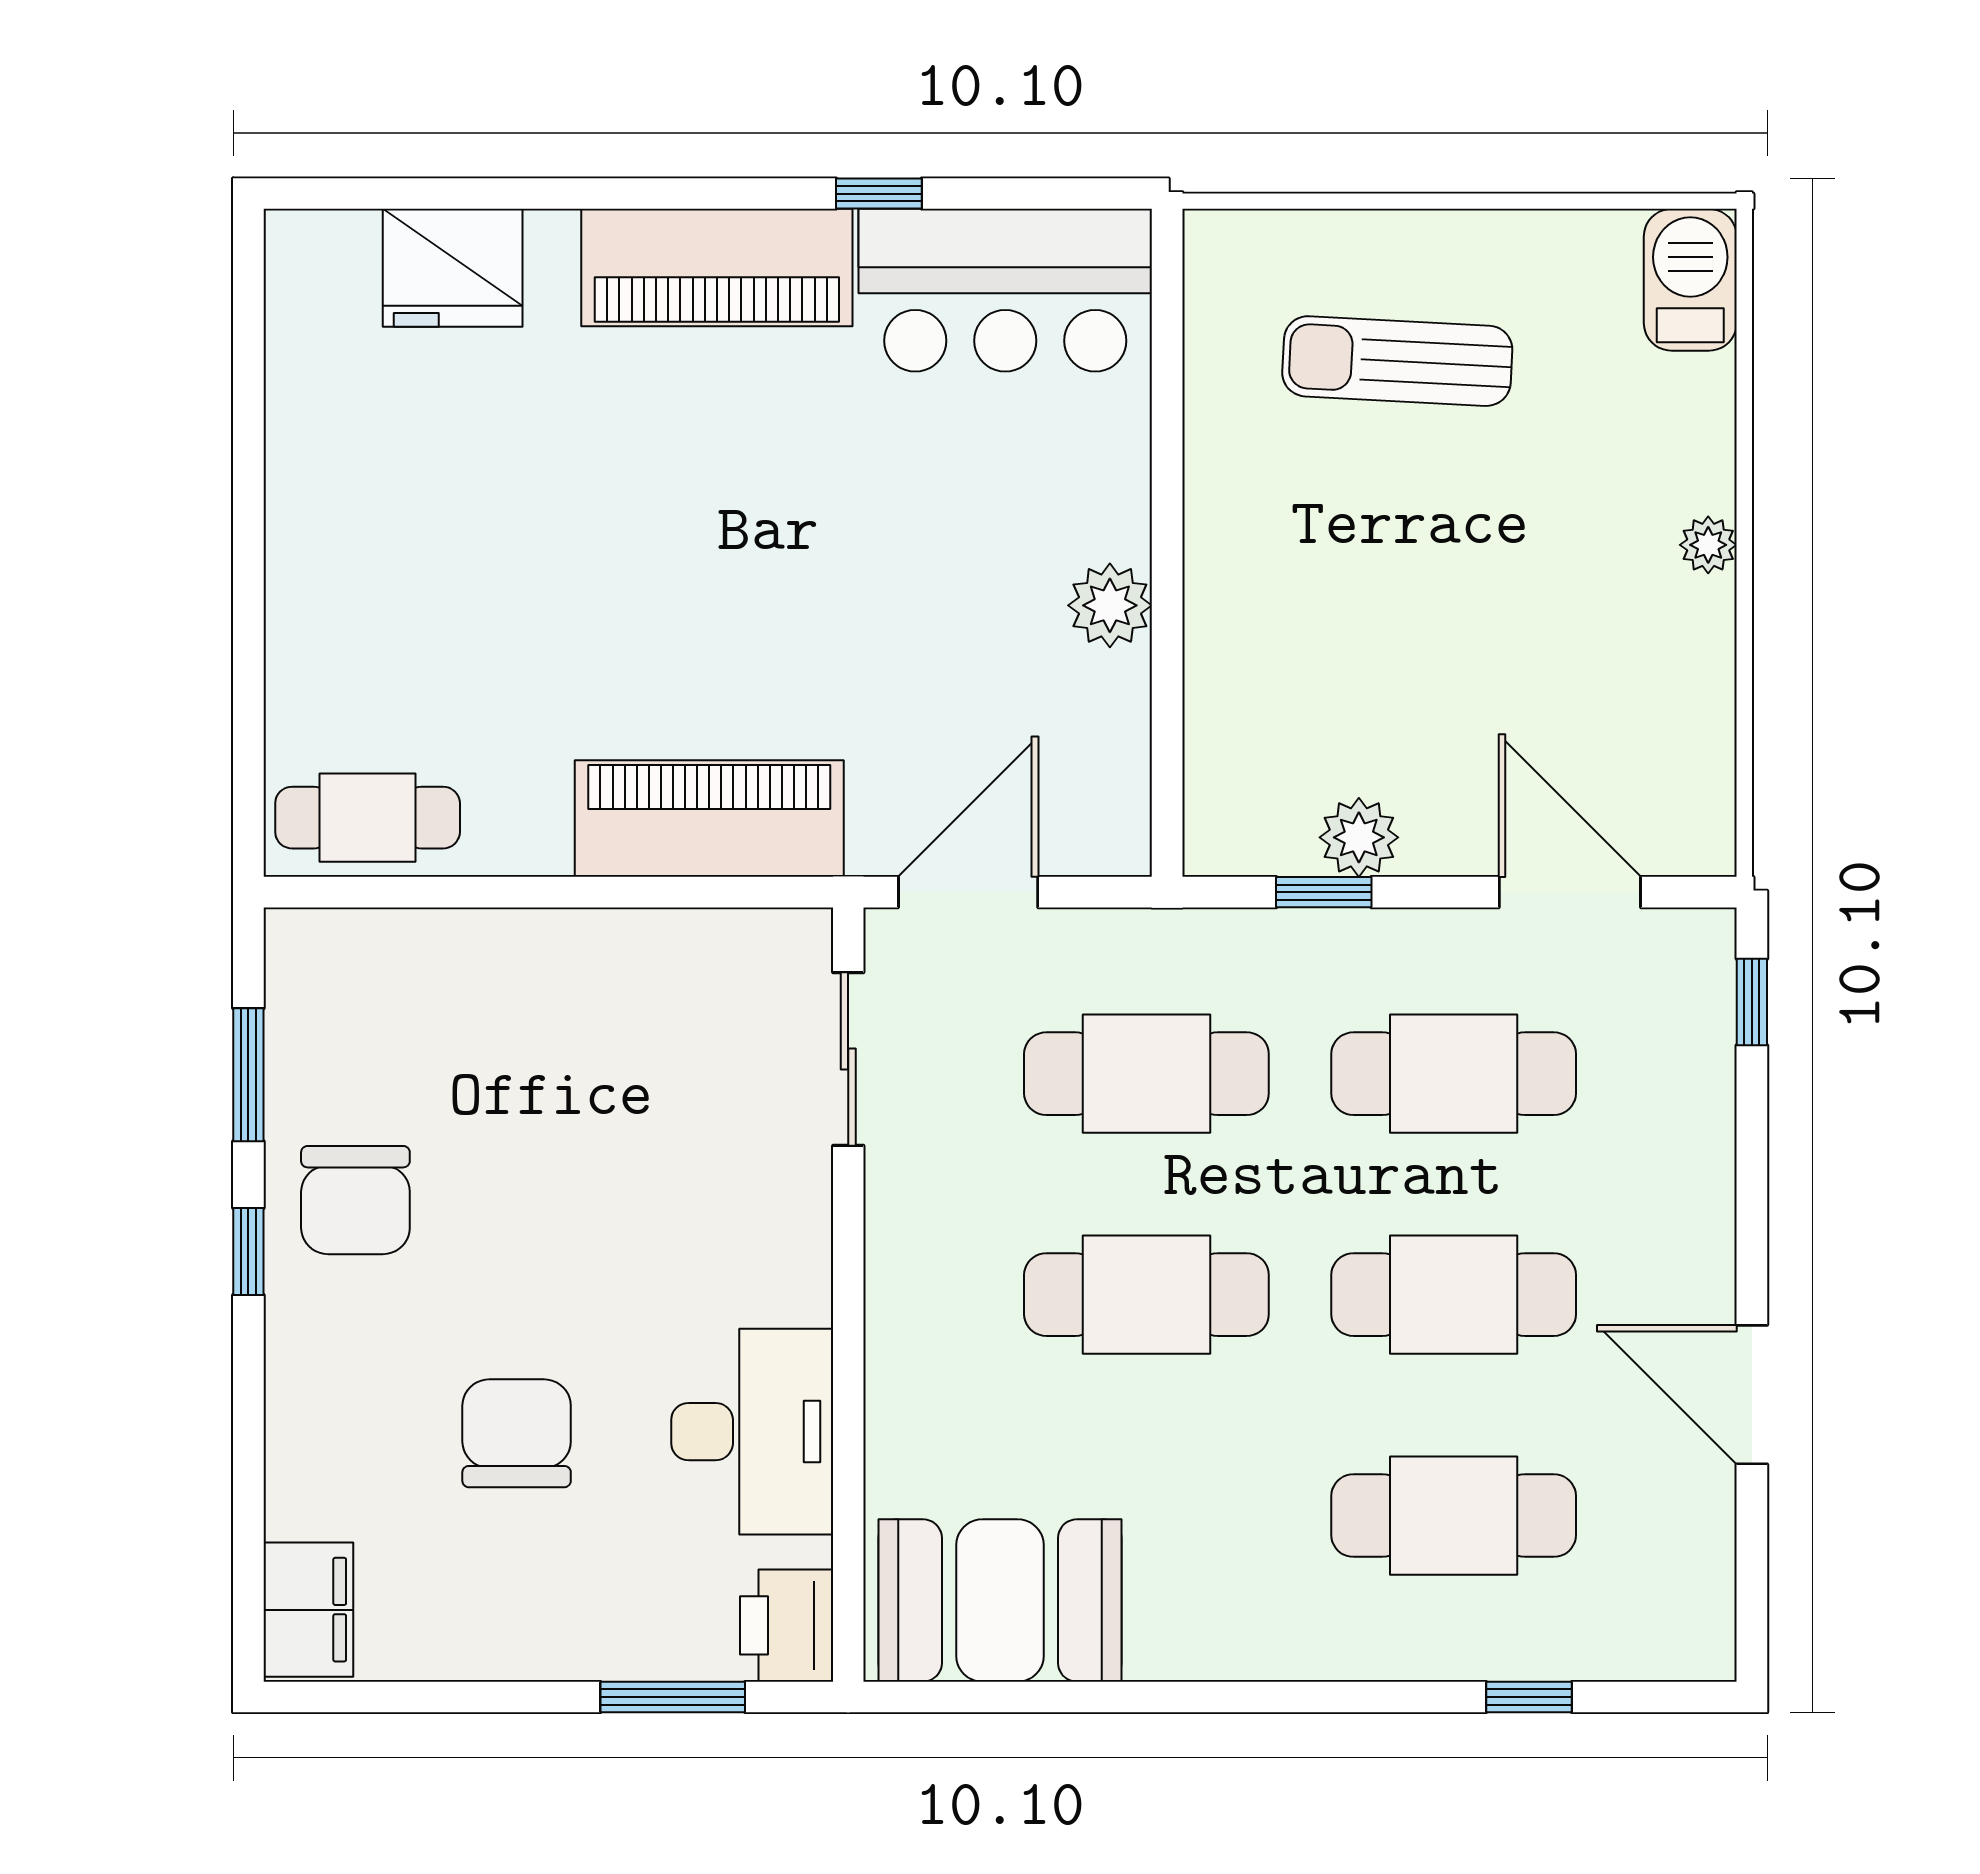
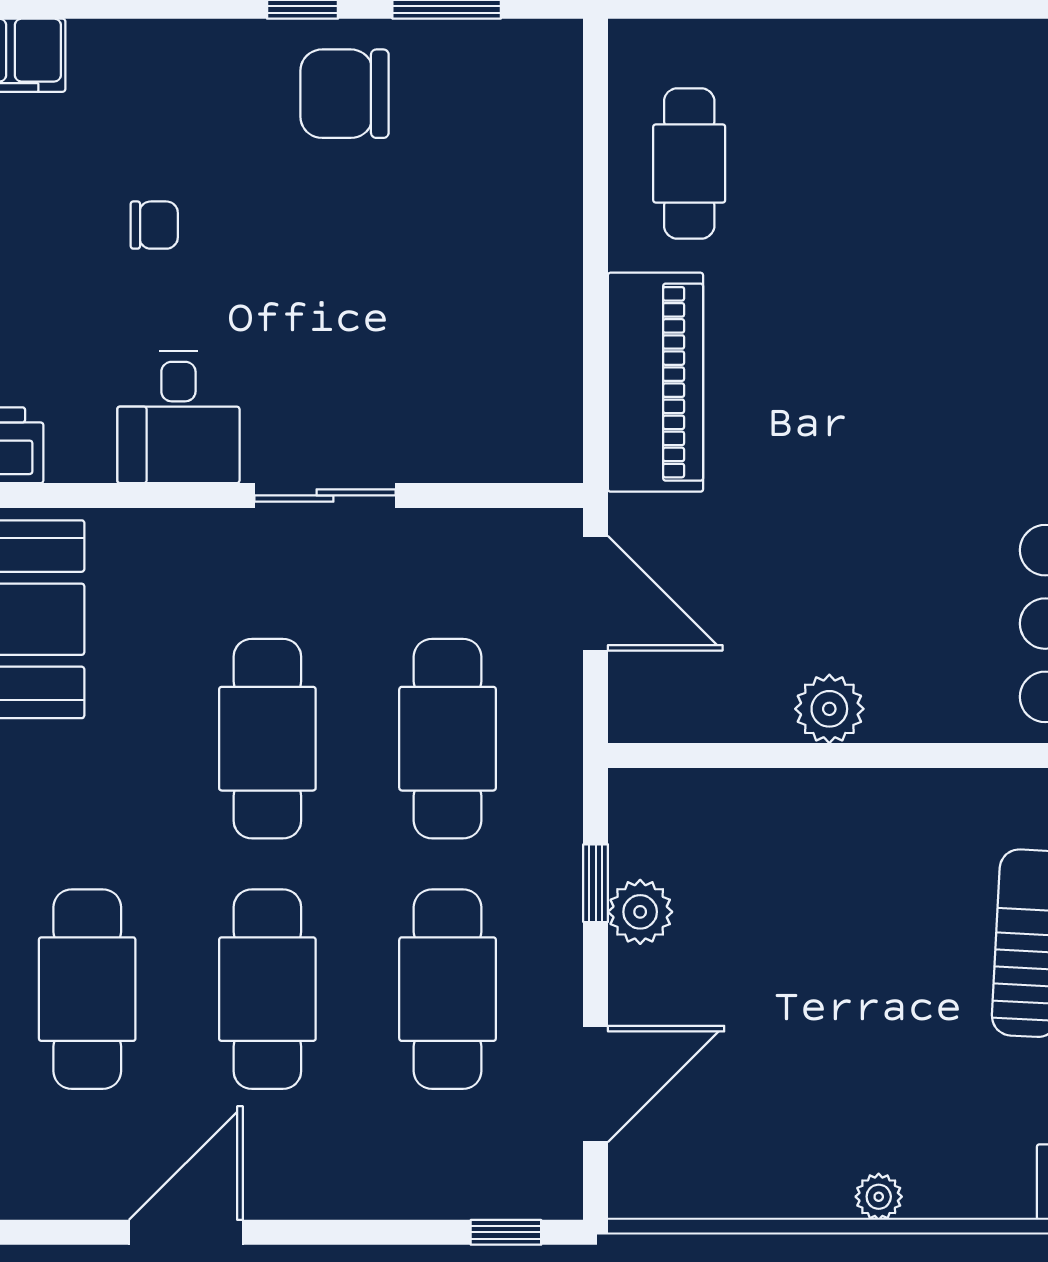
cafe table: (368, 818) -> (689, 163), moved
sliding door: (848, 1059) -> (325, 495), moved
desk: (752, 1432) -> (178, 417), width x0.73
chair: (517, 1433) -> (154, 225), width x0.54, depth x0.54

